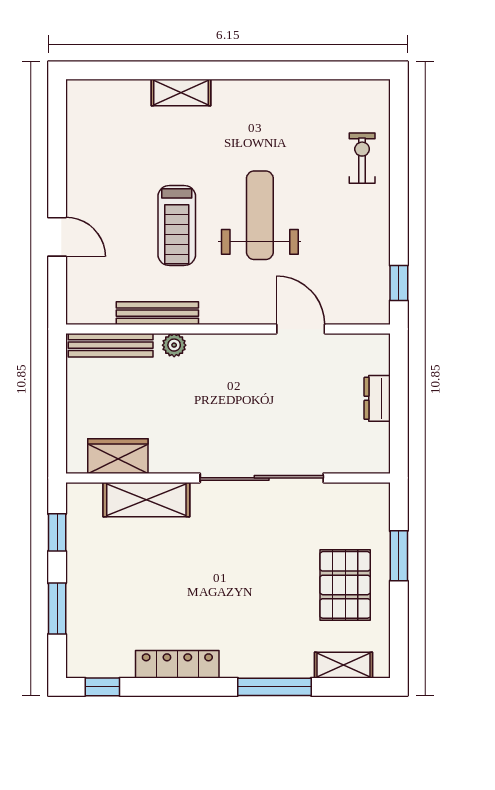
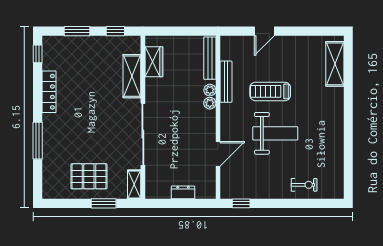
shelving: (181, 93) -> (335, 64), moved, width x1.50, depth x1.33
plant: (200, 345) -> (210, 103), added
shelving: (343, 665) -> (134, 184), moved

